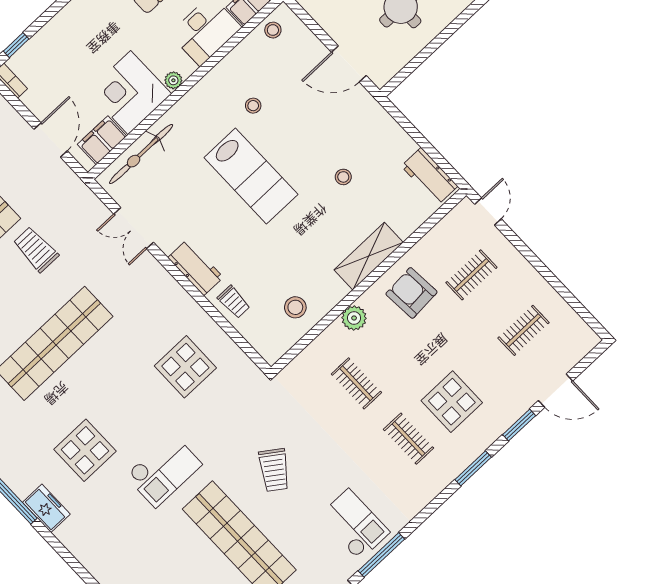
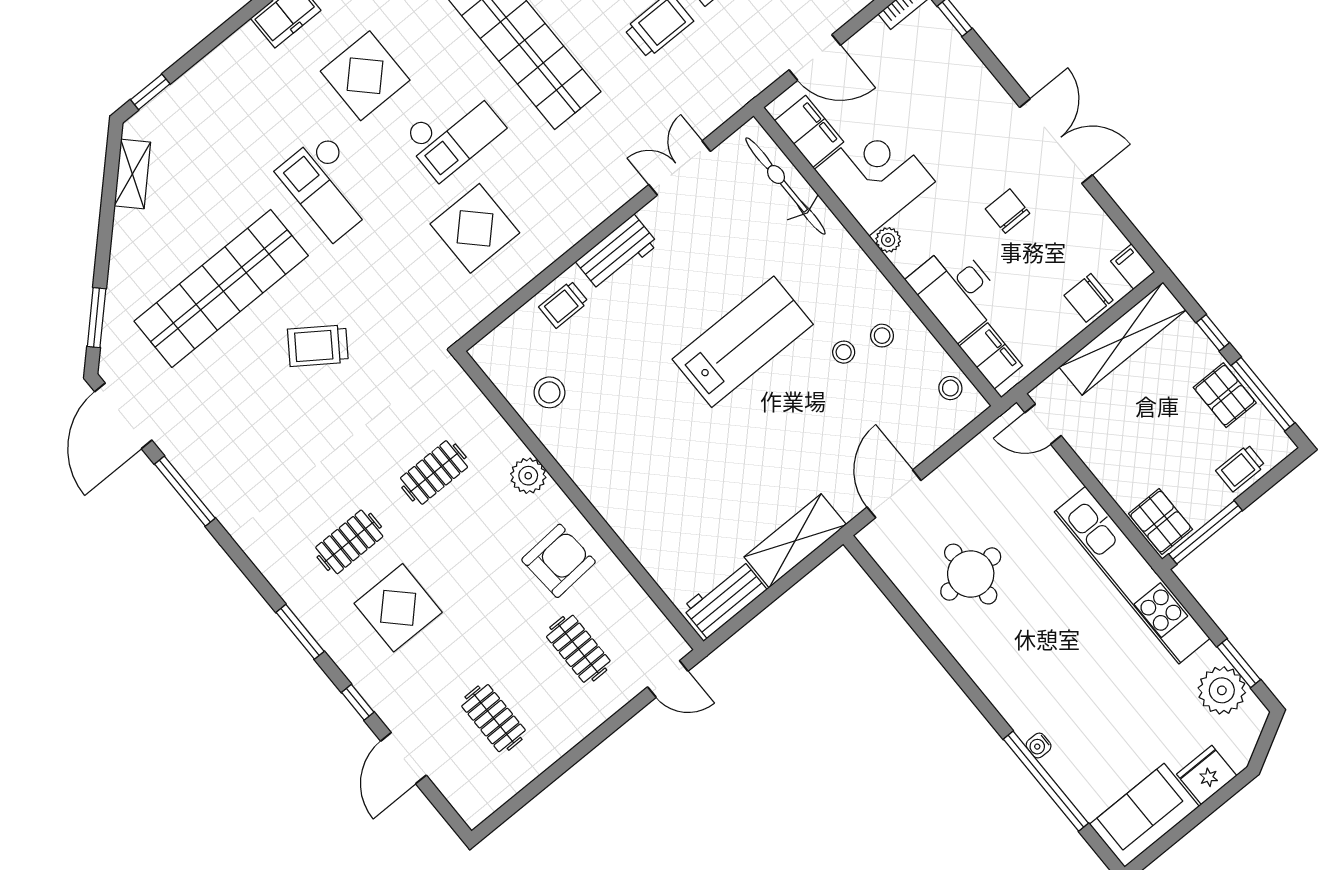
lab bench: (251, 176) -> (743, 342), turned 180
stool: (343, 177) -> (882, 336), moved
shelving: (369, 256) -> (795, 541), moved, turned 90
window: (519, 425) -> (358, 702), width x0.67
checkout: (354, 525) -> (453, 132), moved

